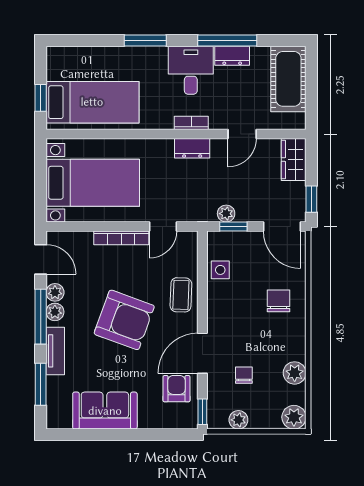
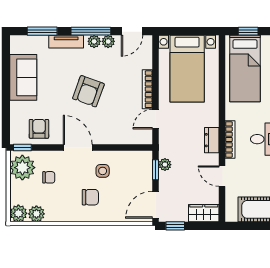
bookcase: (191, 123) -> (230, 139), width x1.56
door: (163, 227) -> (156, 119), hinge flipped
side table: (220, 270) -> (103, 171), moved
coffee table: (181, 295) -> (106, 132), removed
chair: (279, 301) -> (90, 197), moved
armchair: (124, 320) -> (88, 91), width x0.73, depth x0.73
door: (202, 353) -> (78, 147), moved
plant: (295, 373) -> (36, 214), moved
armchair: (176, 389) -> (39, 129), turned -90
plant: (238, 420) -> (22, 168), width x1.87, depth x1.87

